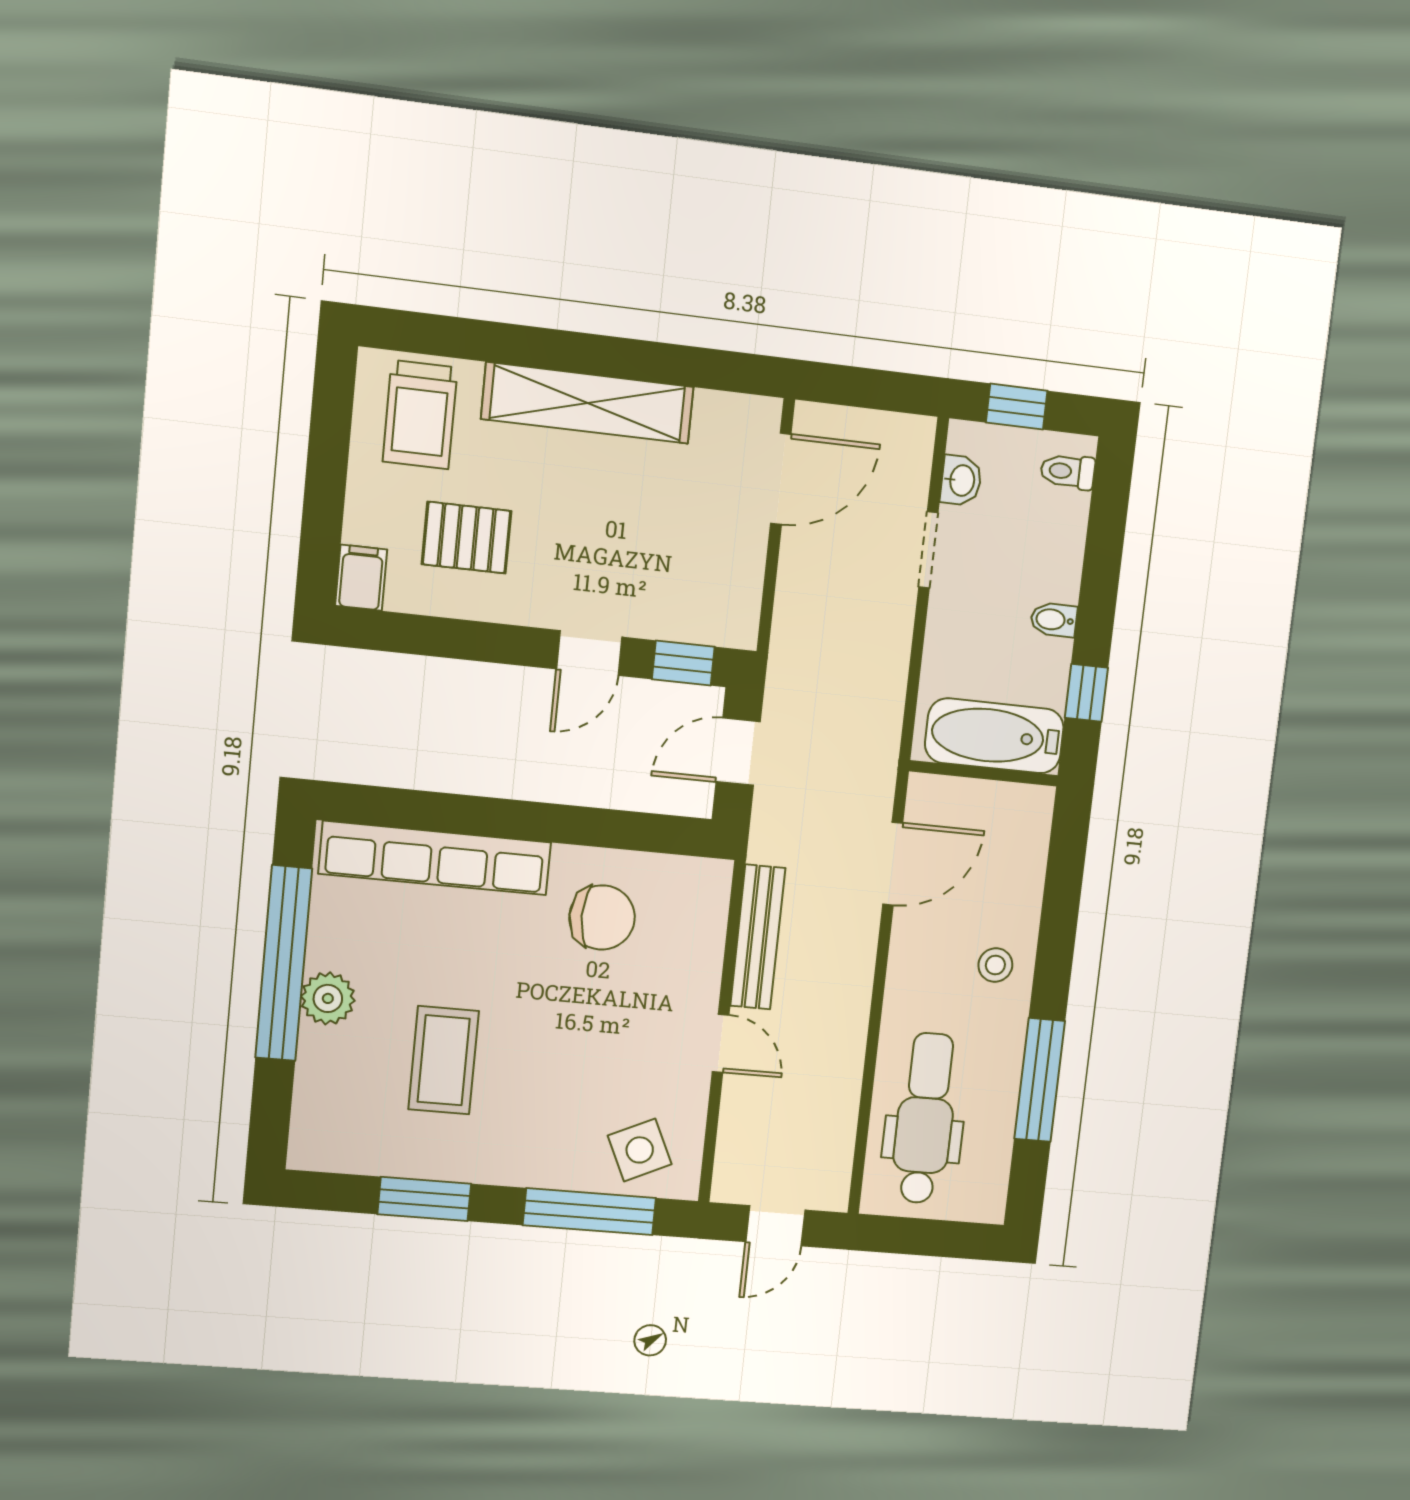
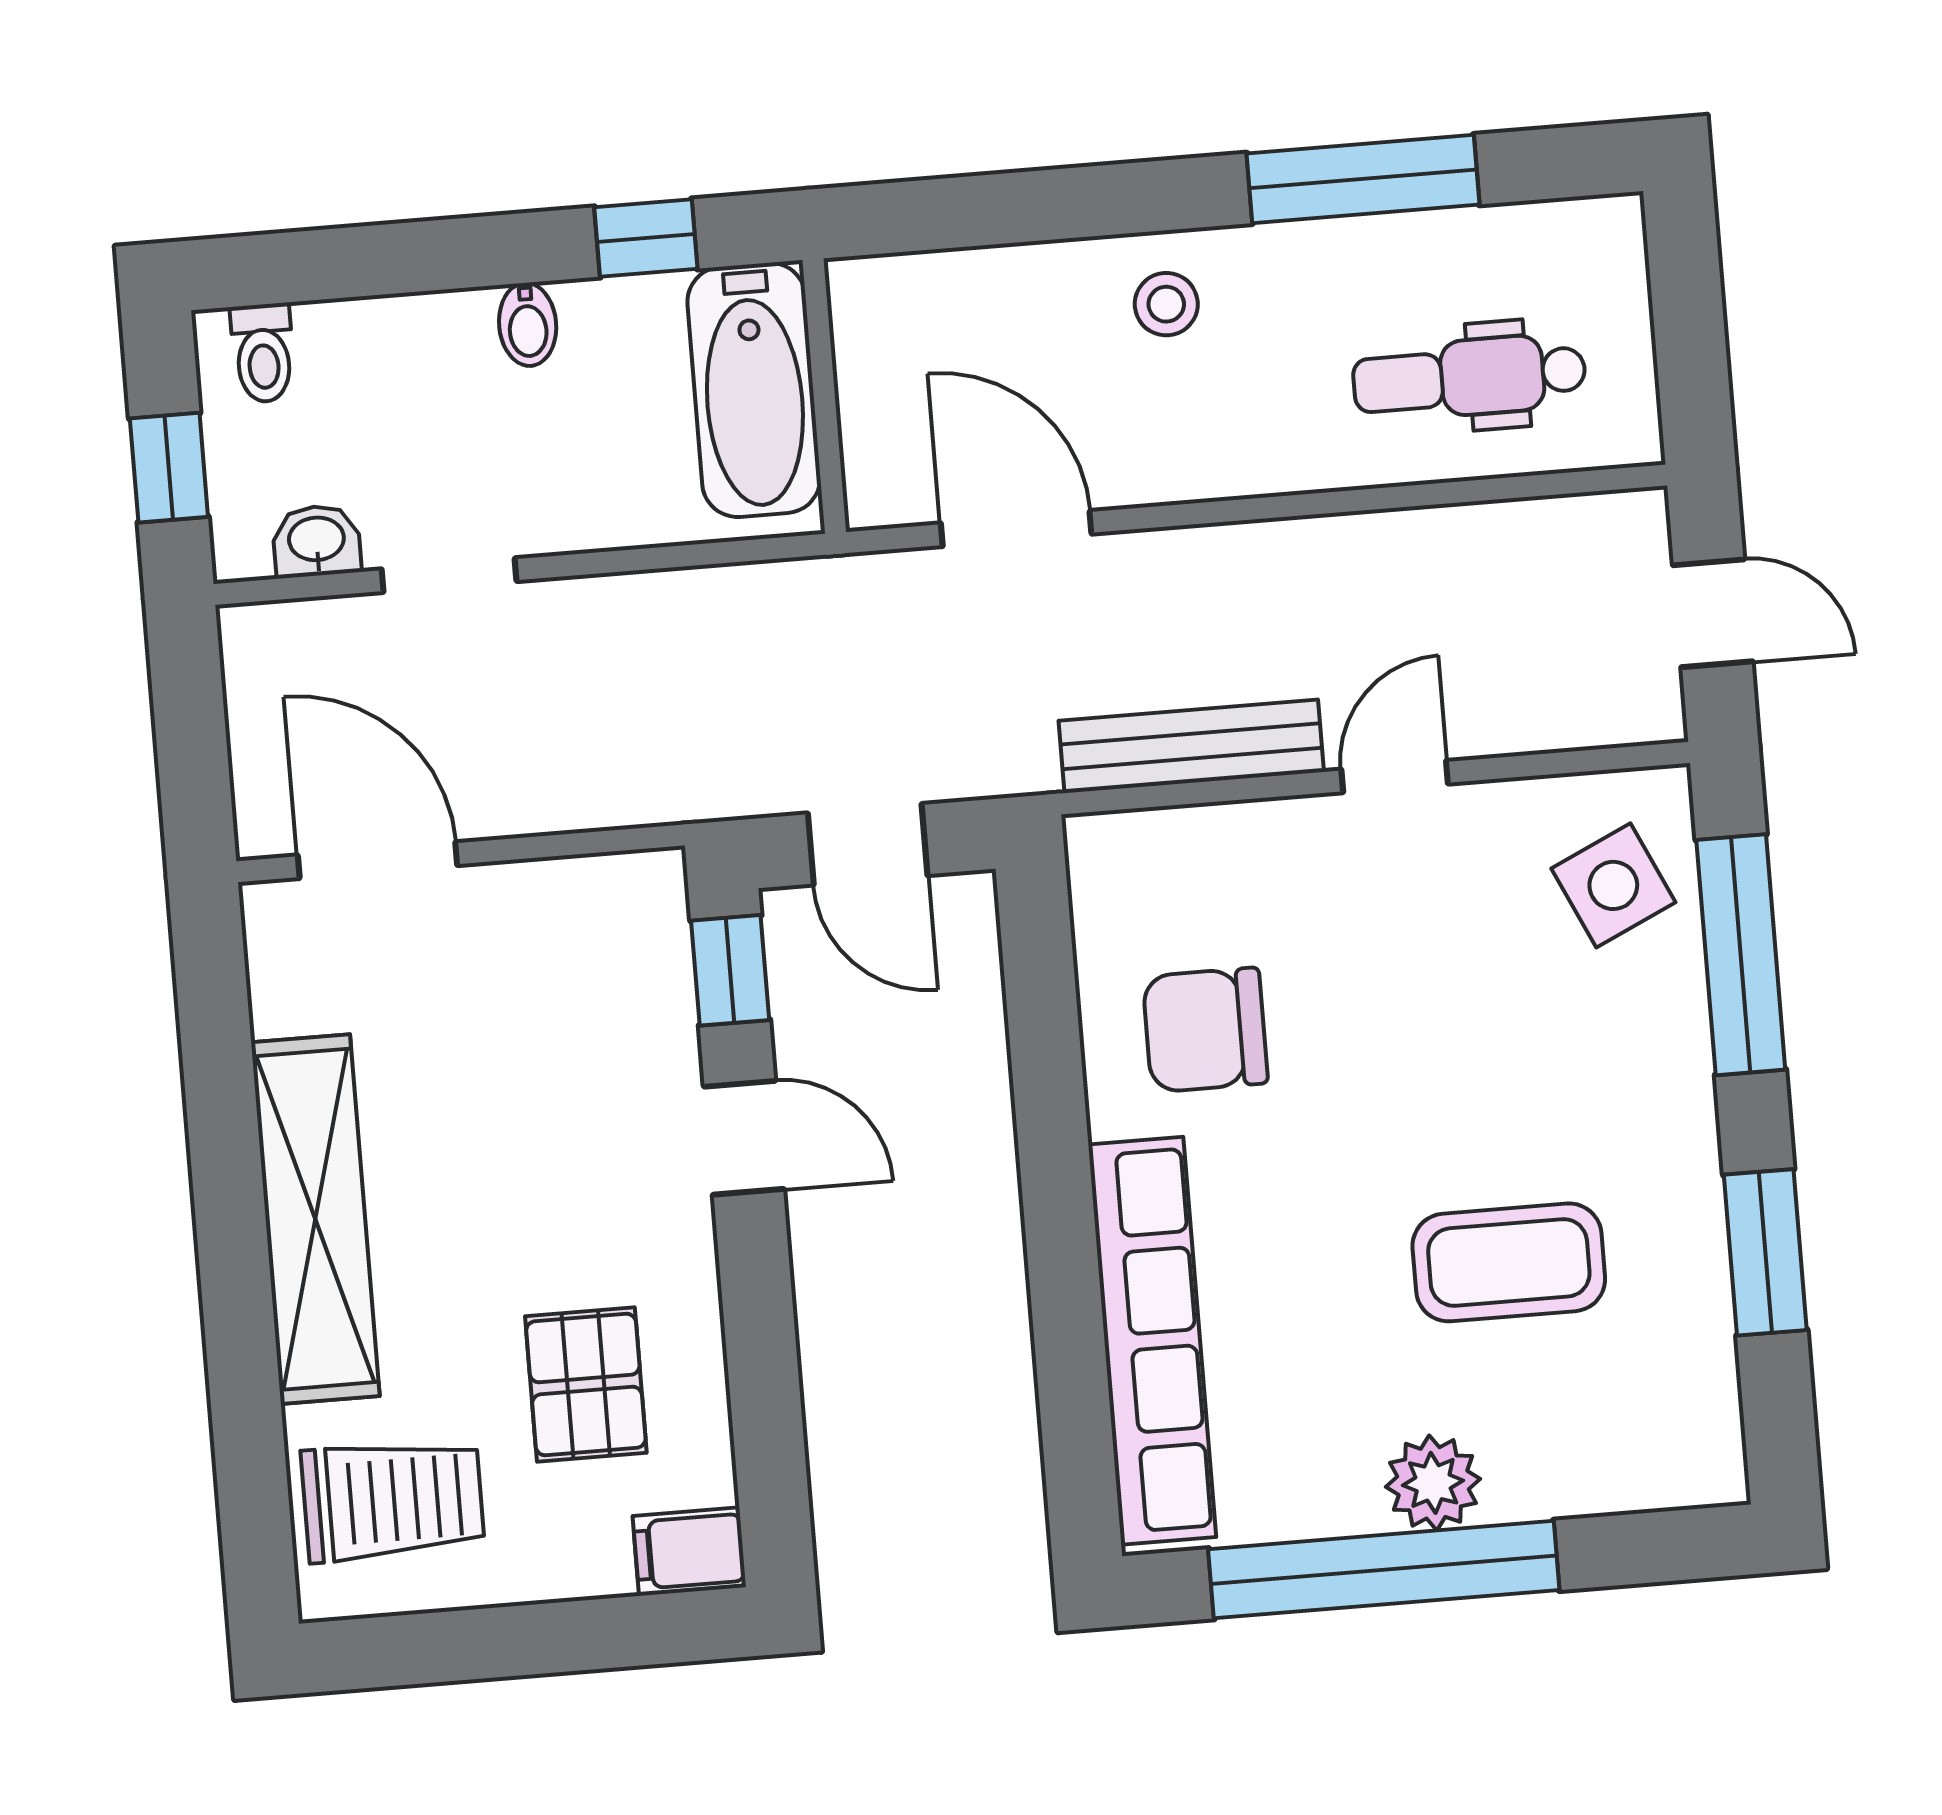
chair: (602, 917) -> (1205, 1030), turned -90
dental chair: (925, 1118) -> (1469, 377), width x0.73, depth x0.72

